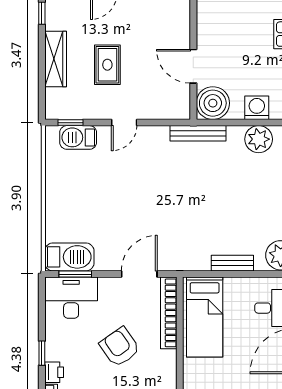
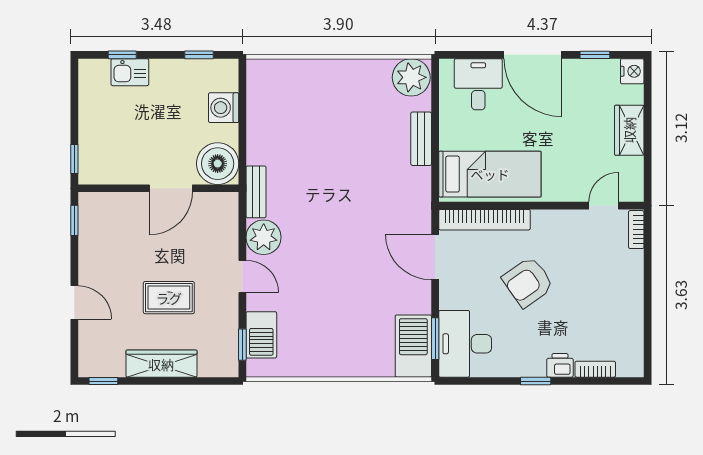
bench: (198, 133) -> (256, 192), width x0.73
plant: (259, 139) -> (264, 237), moved

